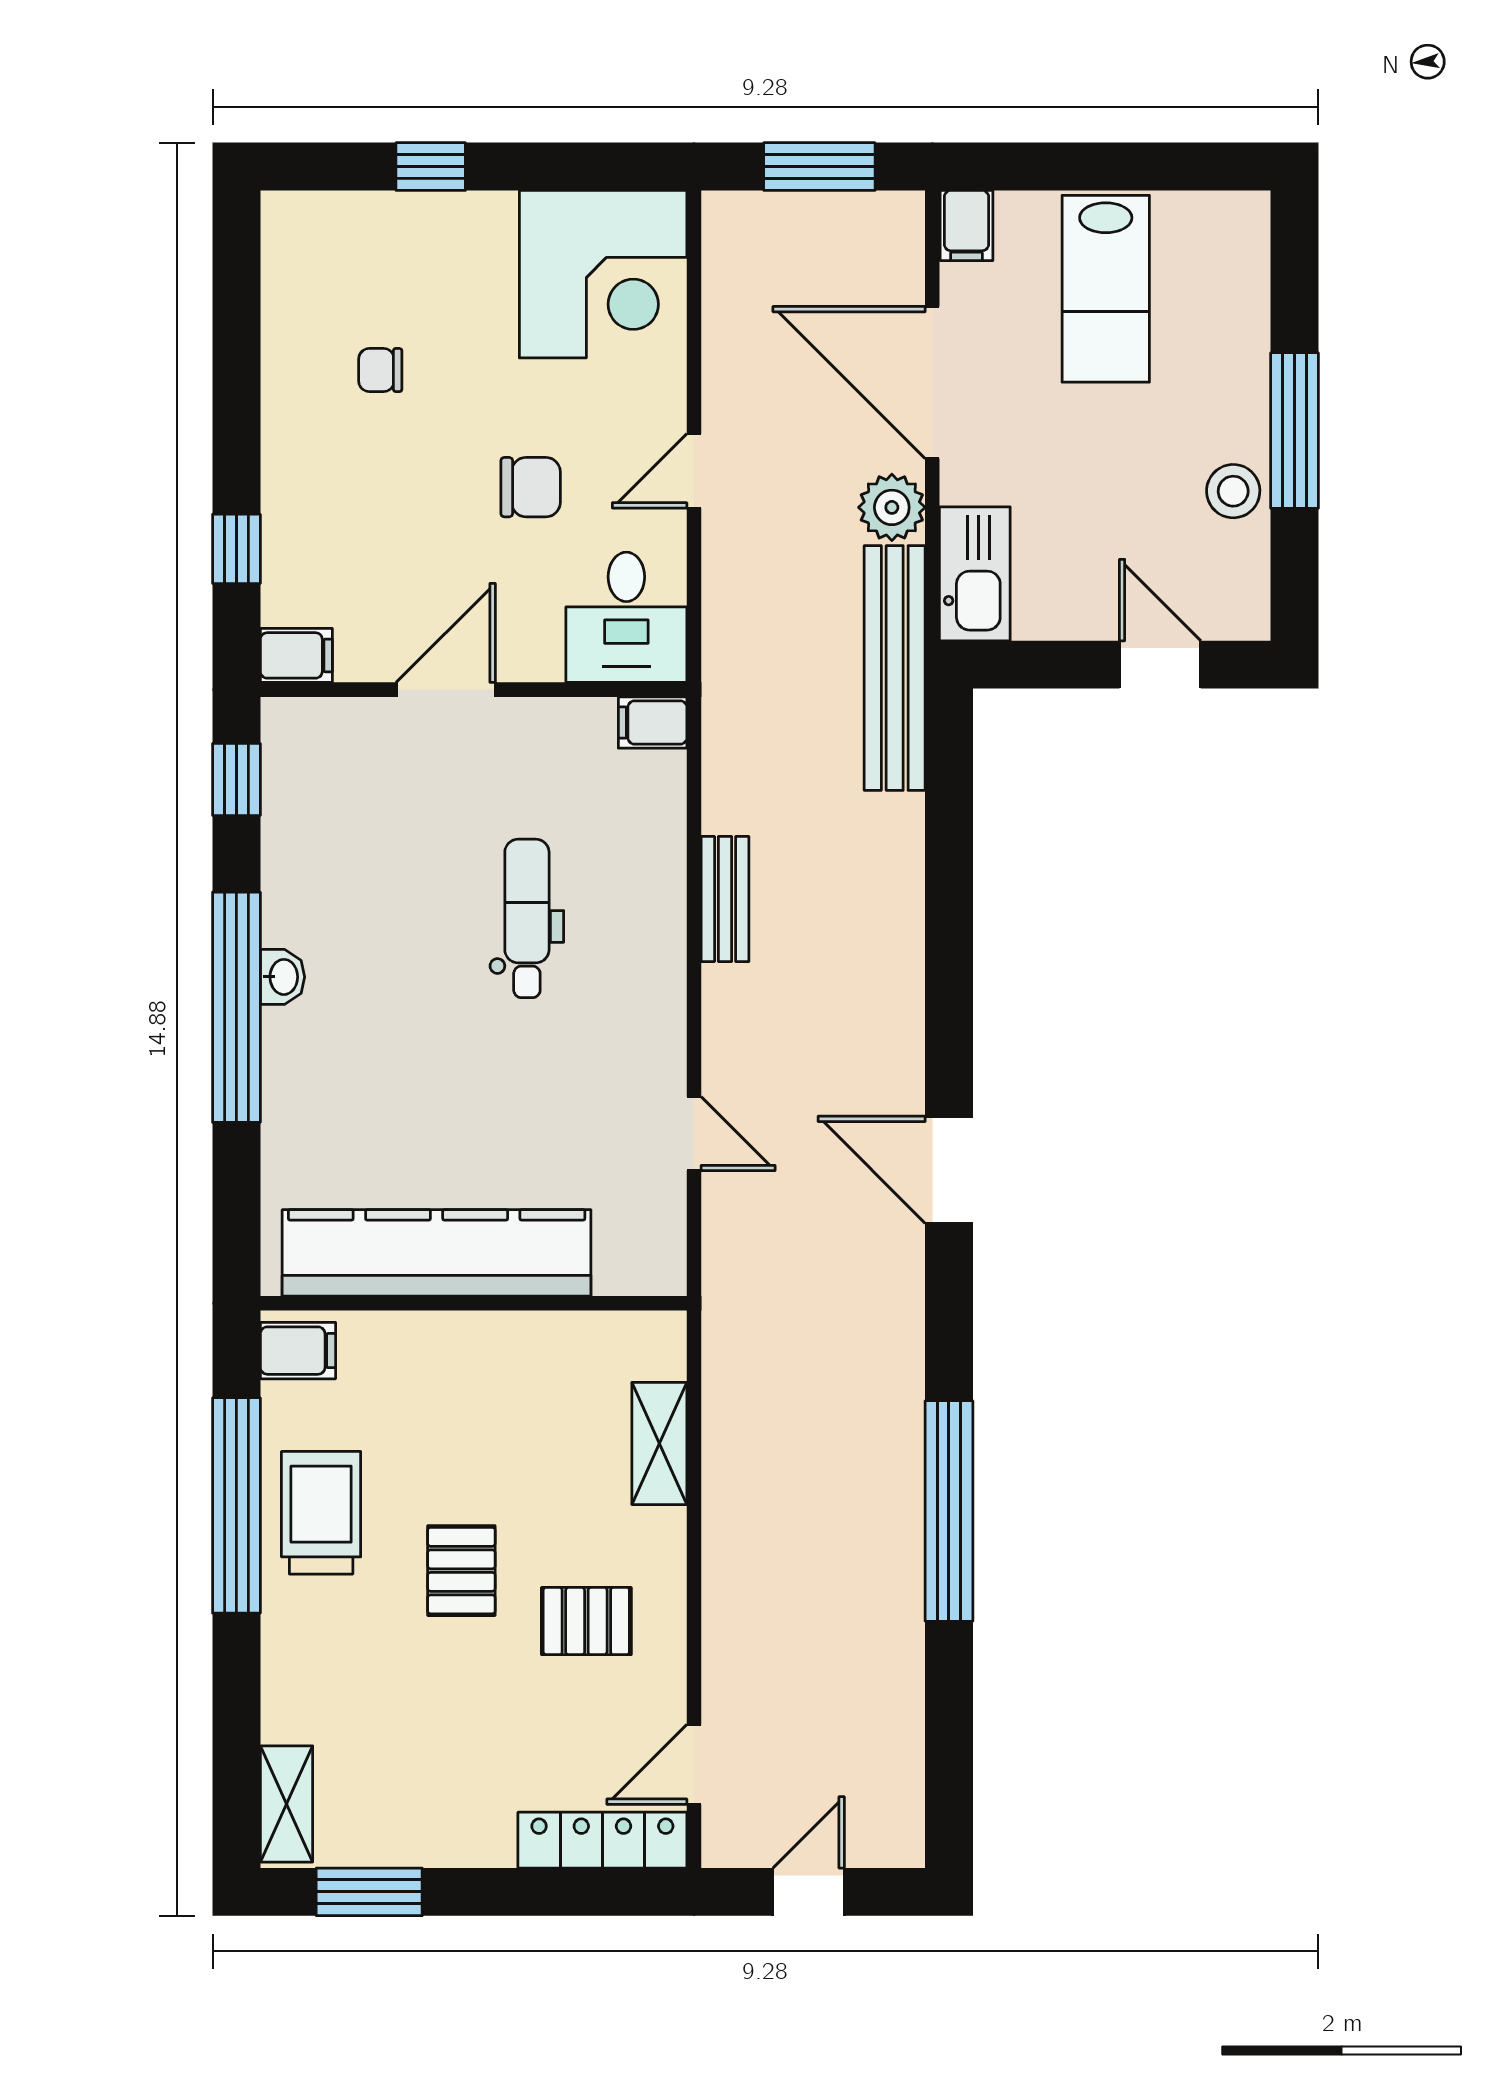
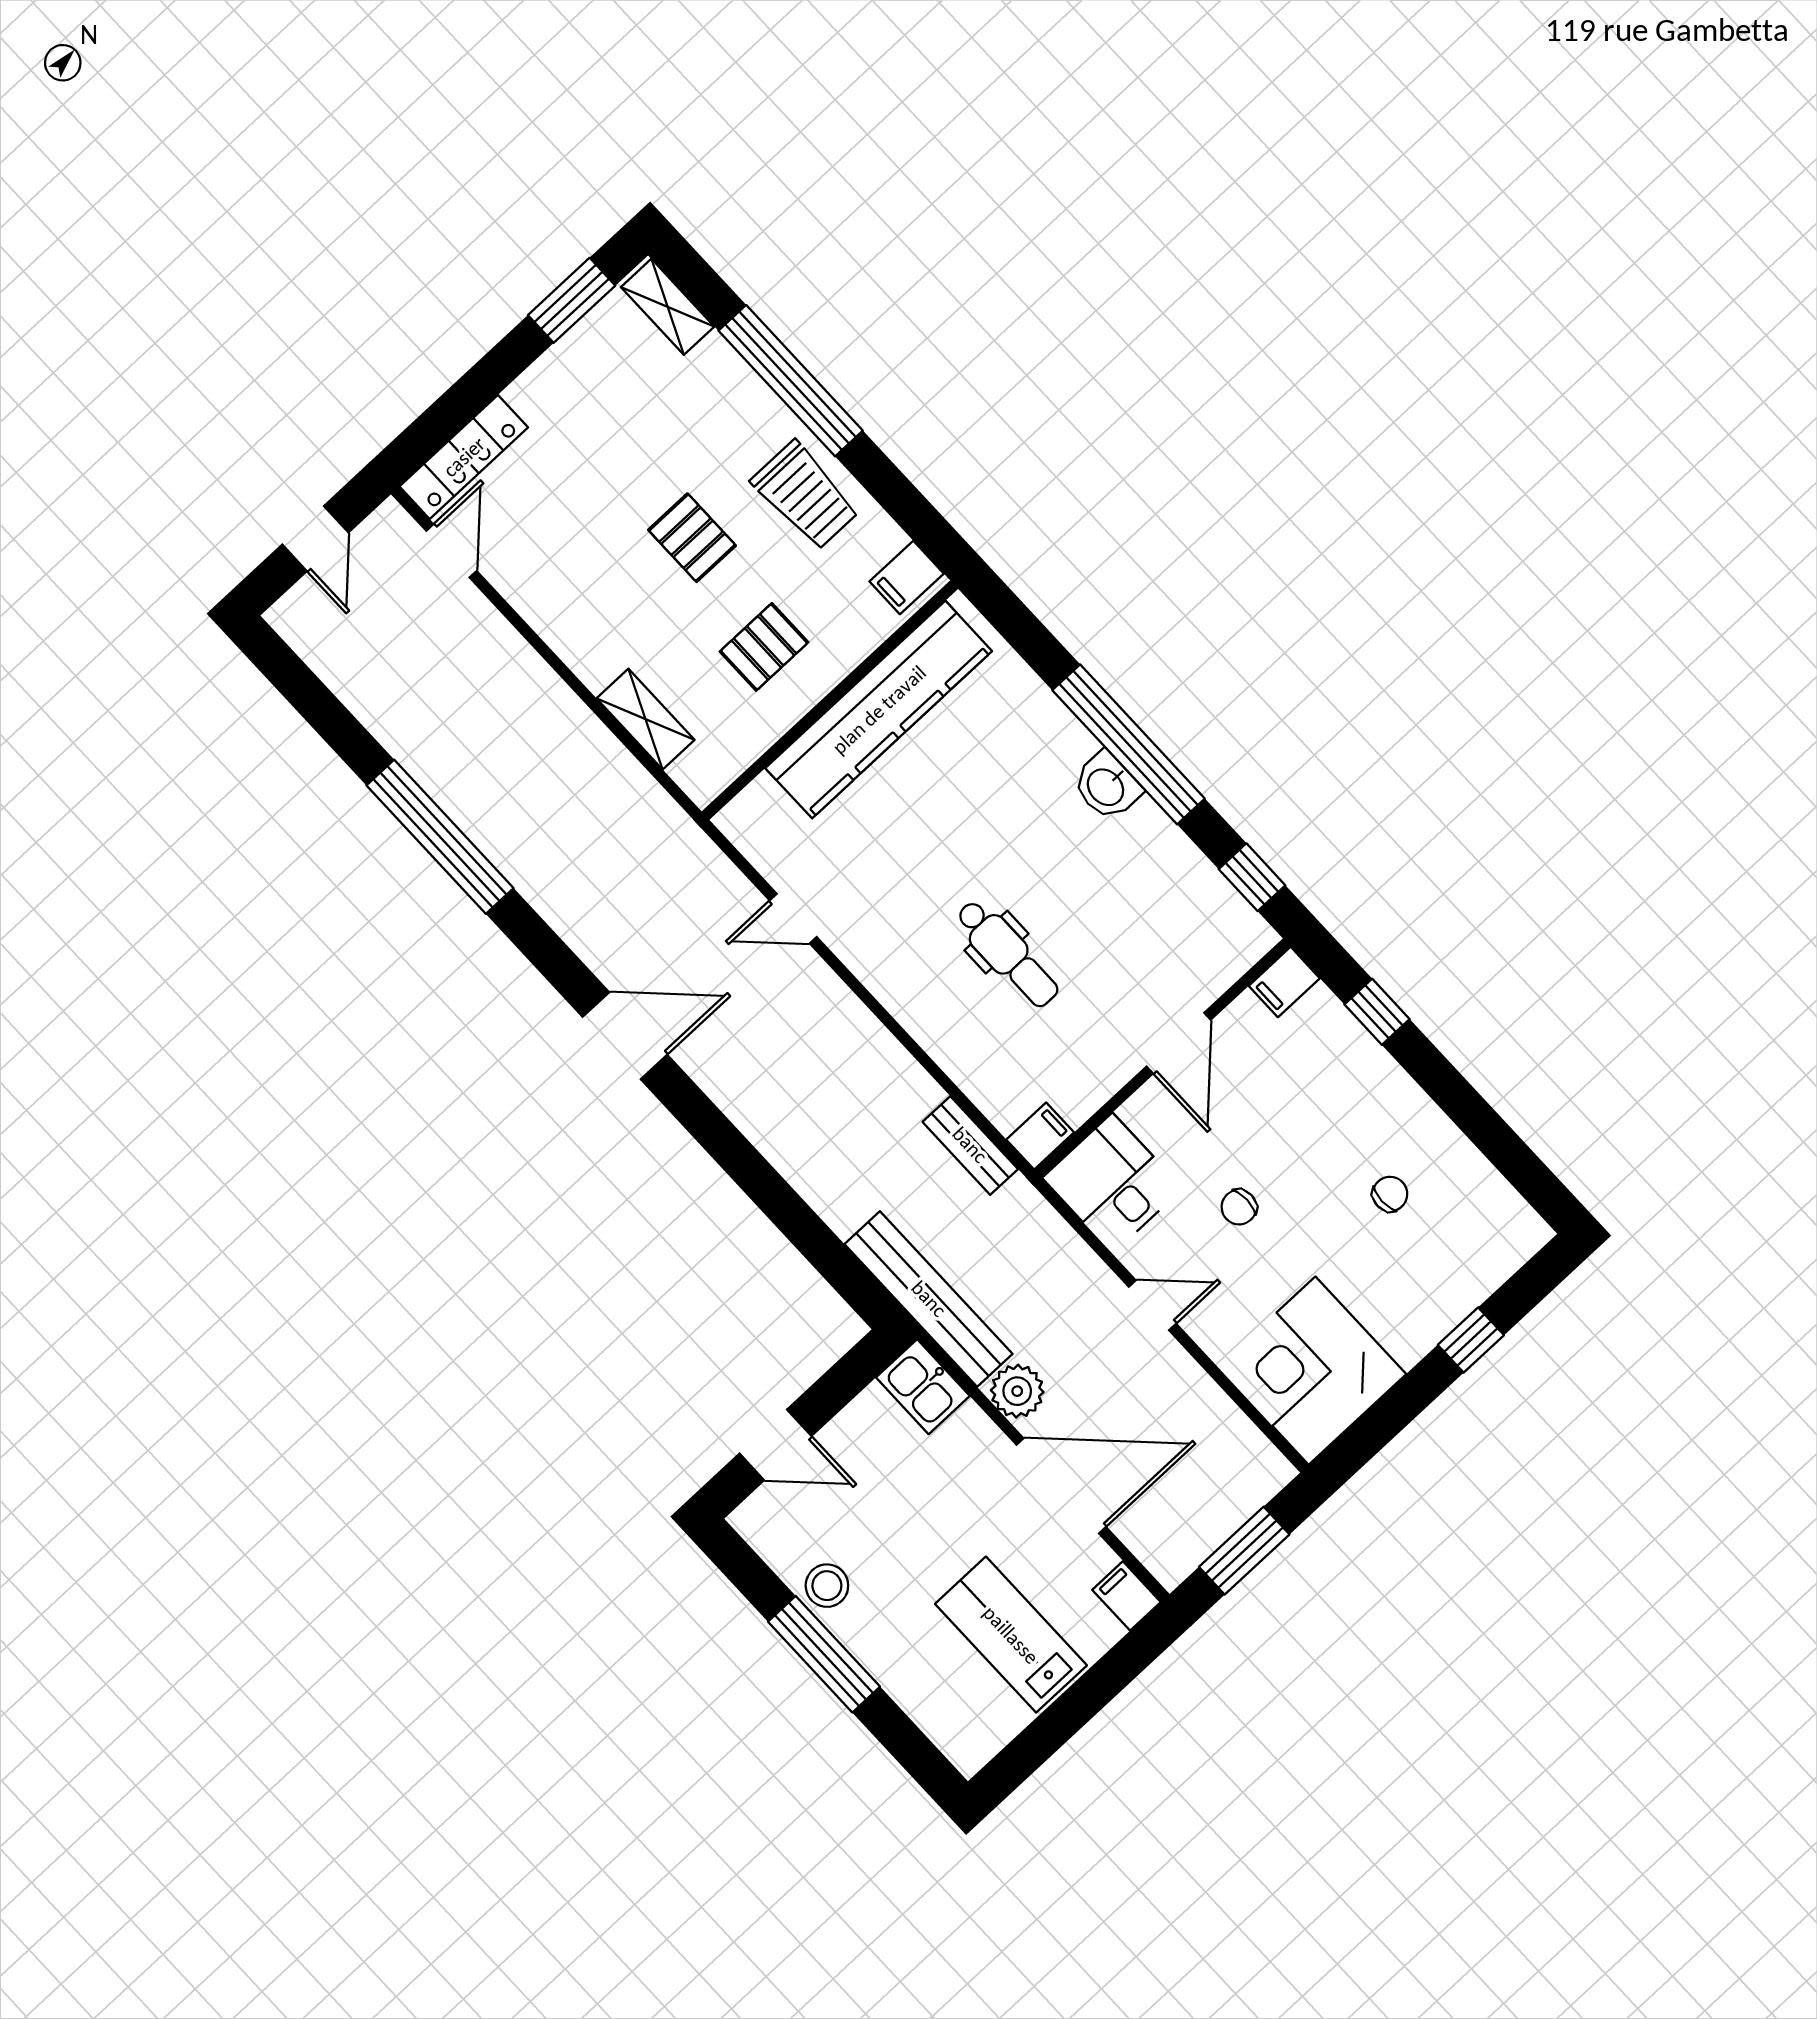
door: (694, 471) -> (1152, 1305), hinge flipped
chair: (531, 487) -> (1239, 1207), width x0.73, depth x0.73
kitchen sink: (975, 574) -> (923, 1387), width x0.73
bench: (725, 899) -> (970, 1145), moved
washbasin: (282, 977) -> (1107, 786), width x1.38, depth x1.45
window: (236, 1505) -> (791, 381), moved
pallet: (586, 1621) -> (764, 647), moved

